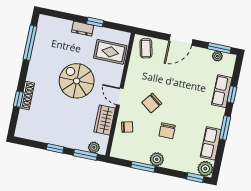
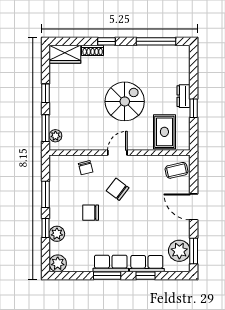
plant: (217, 56) -> (179, 251), width x1.88, depth x1.88
shoe rack: (27, 96) -> (93, 50), width x0.70
window: (18, 99) -> (106, 41), moved
wardrobe: (105, 120) -> (65, 54), moved, turned 180
row of seats: (211, 143) -> (111, 263), moved
plant: (157, 159) -> (57, 234), moved
window: (195, 178) -> (45, 228), moved

